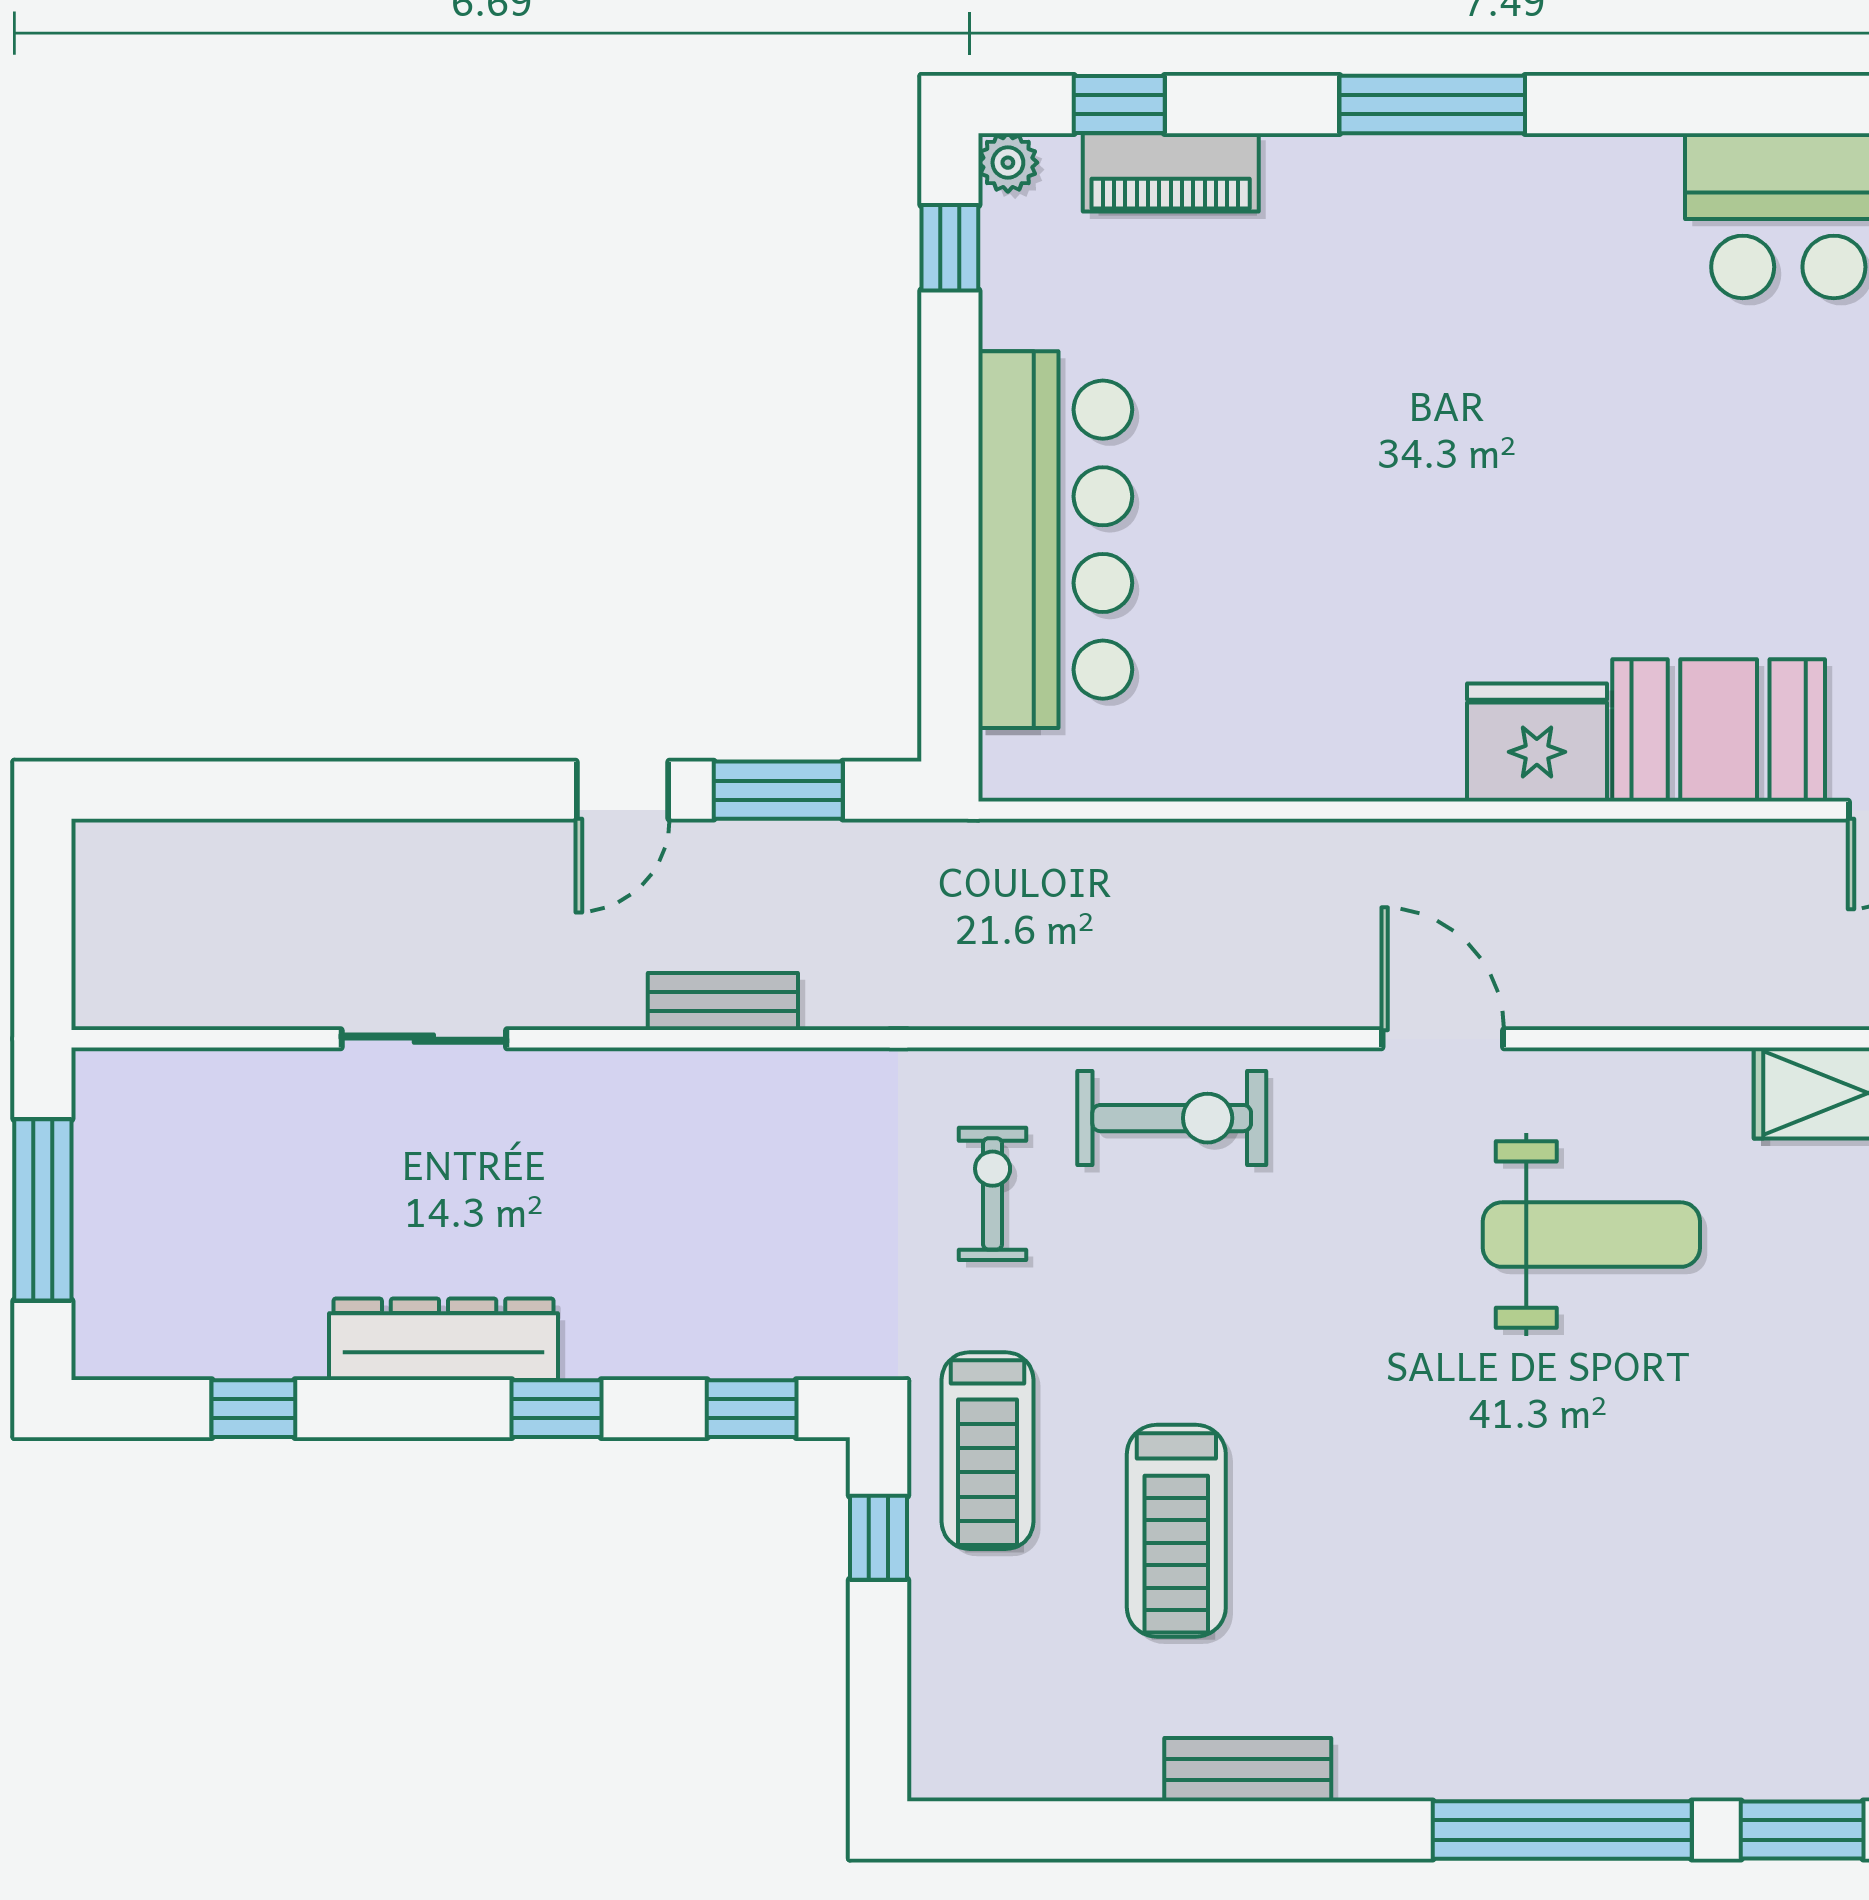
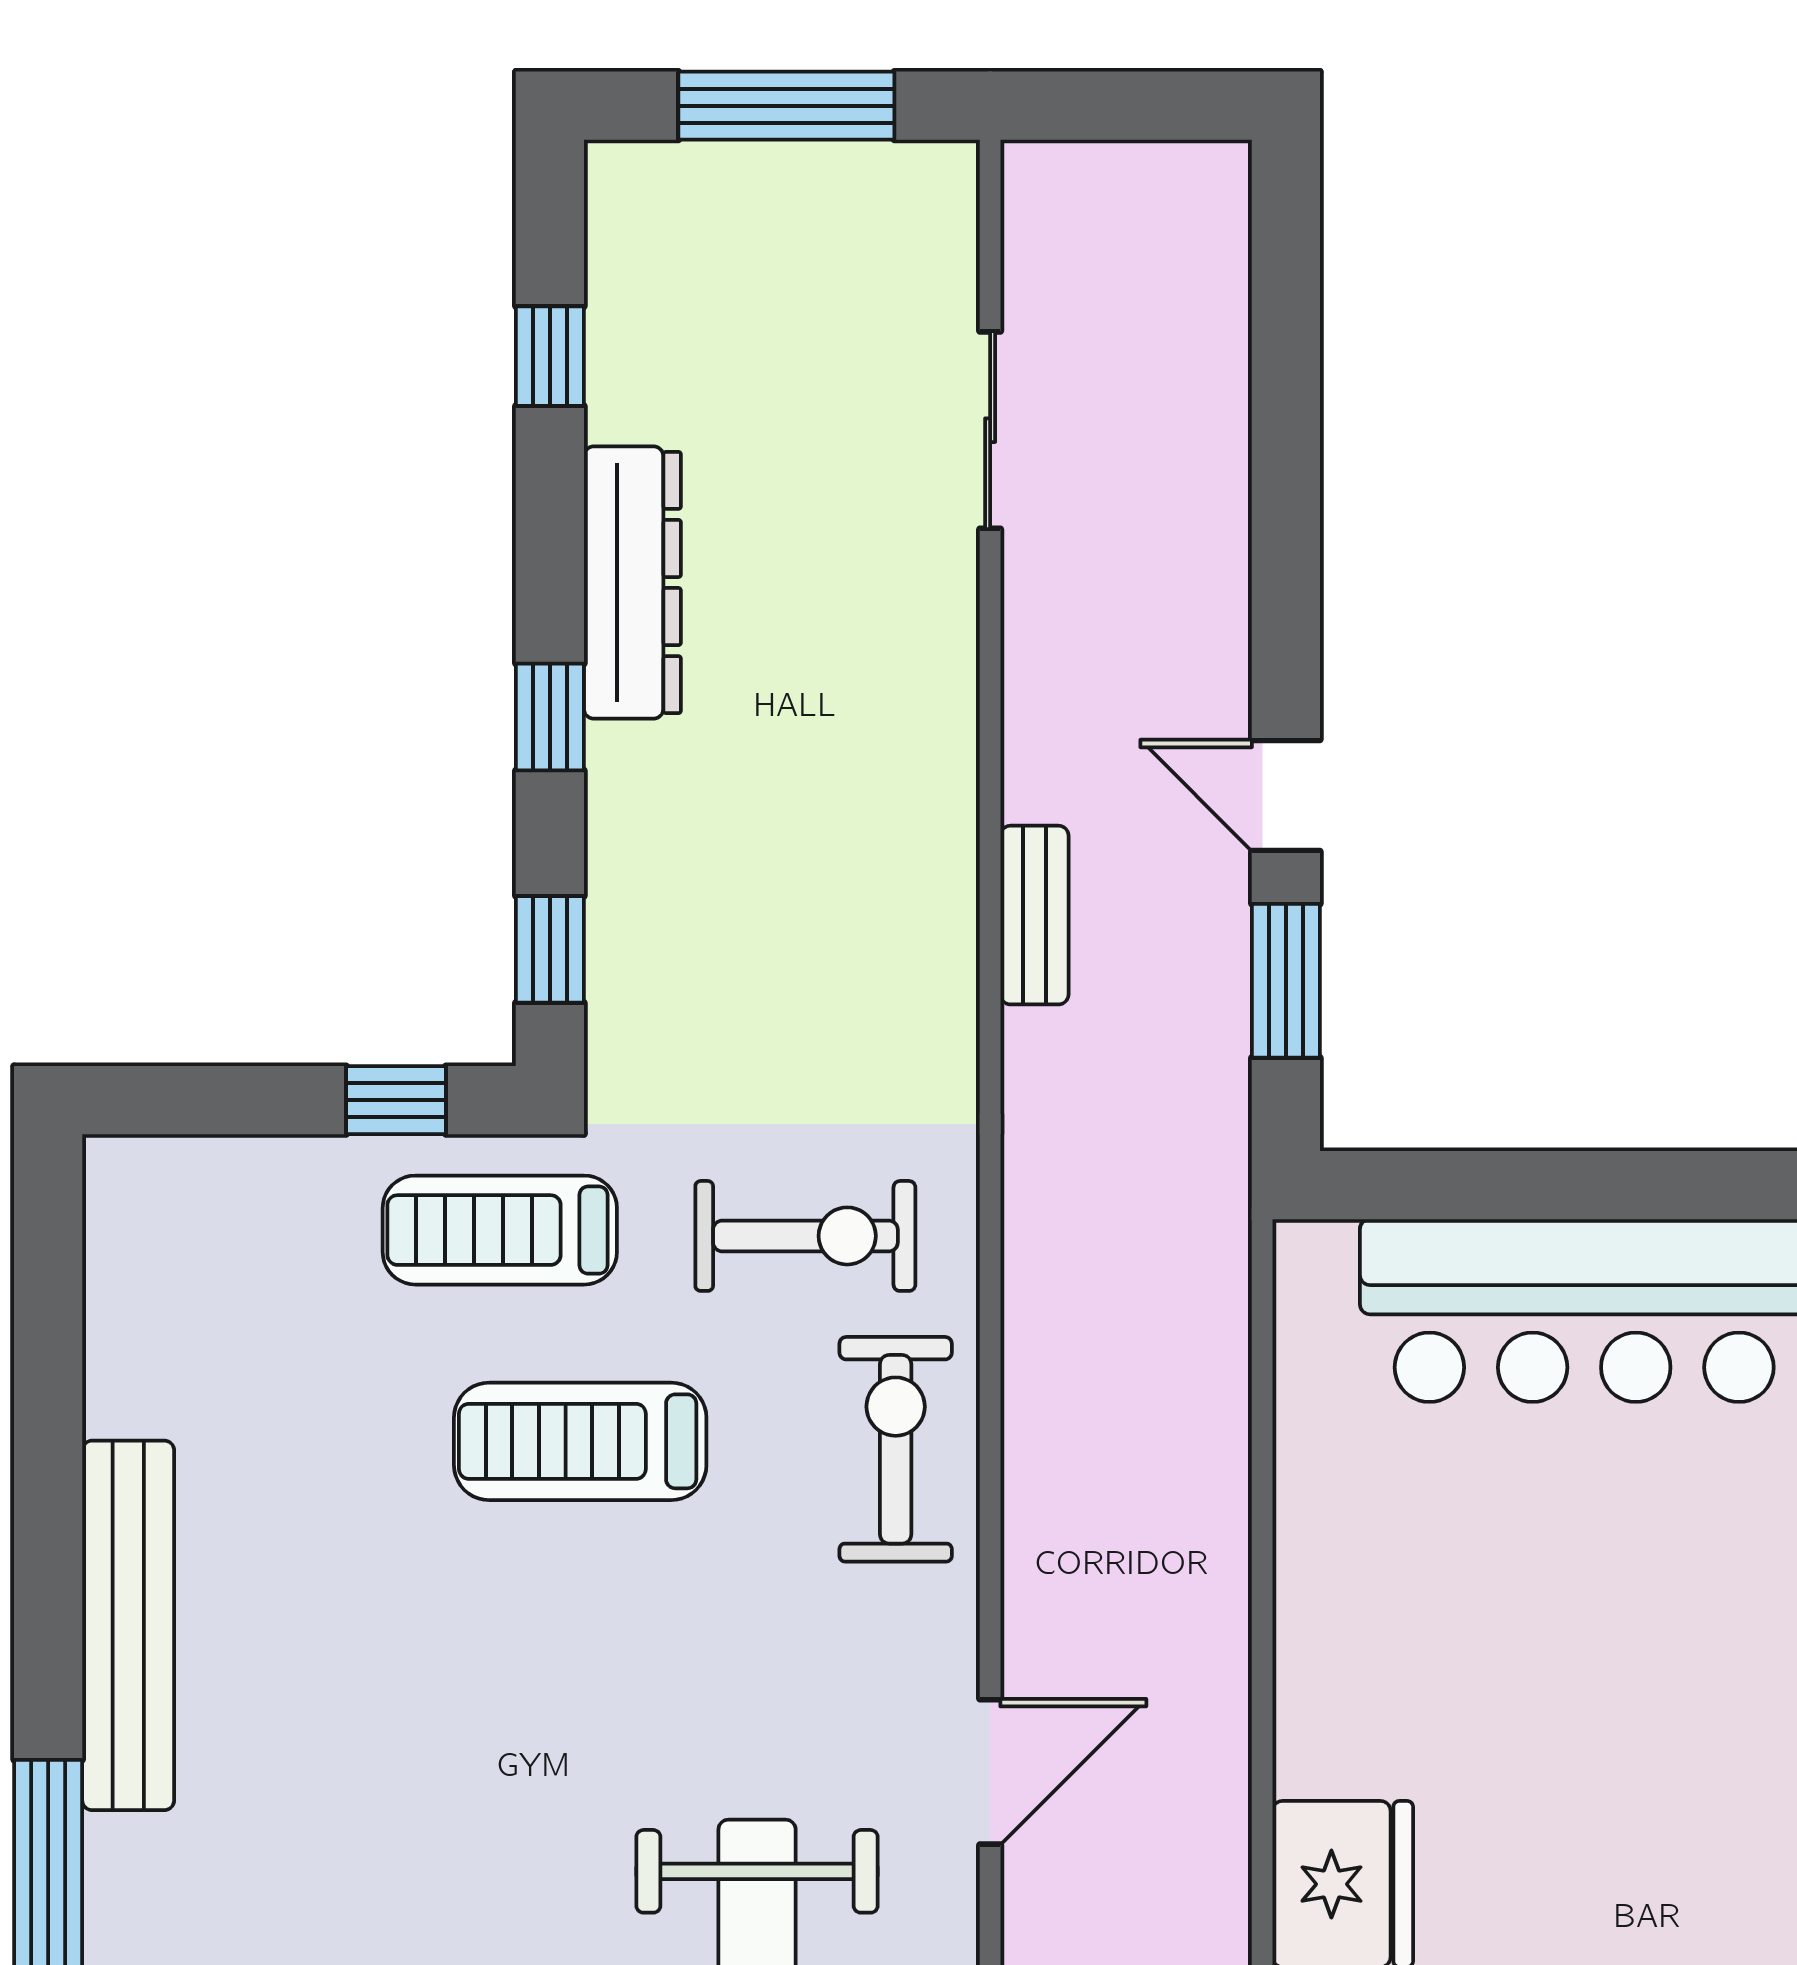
sliding door: (424, 1039) -> (990, 430), moved
exercise bike: (1172, 1118) -> (896, 1449), turned 180
exercise bike: (993, 1194) -> (805, 1236), width x1.38, depth x1.39
treadmill: (1176, 1531) -> (580, 1441), moved
bench: (1248, 1770) -> (128, 1625), width x1.86, depth x1.21

